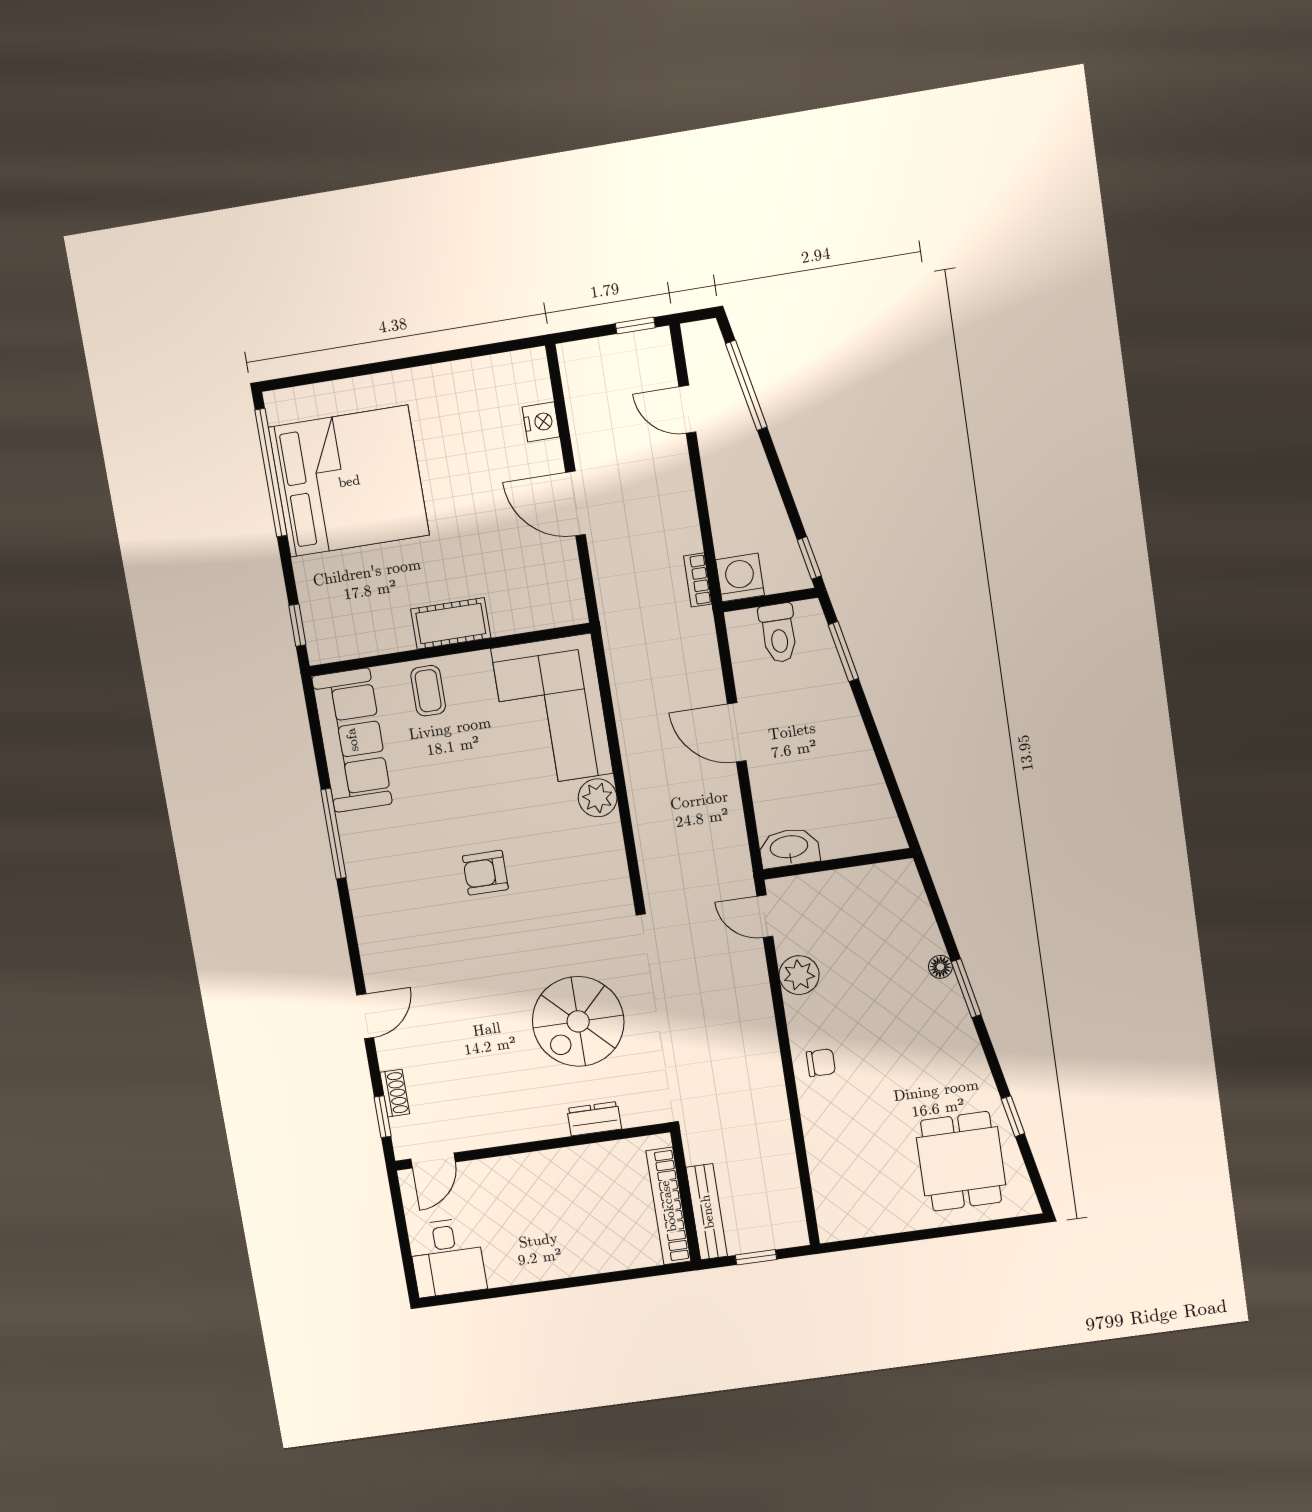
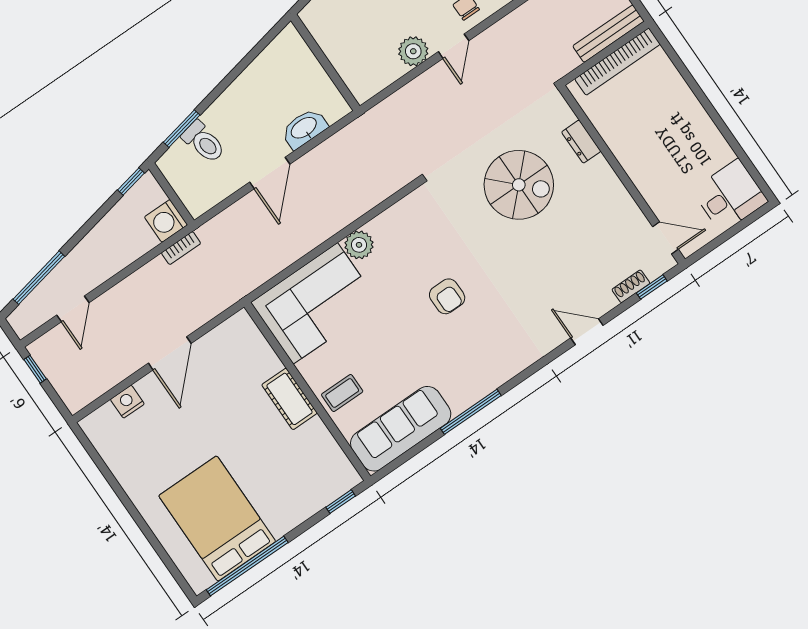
bed: (349, 481) -> (217, 519), width x0.73
toilet: (778, 633) -> (204, 142), moved, turned 78
washbasin: (789, 848) -> (304, 128), moved, turned 90
door: (765, 916) -> (454, 46), moved

